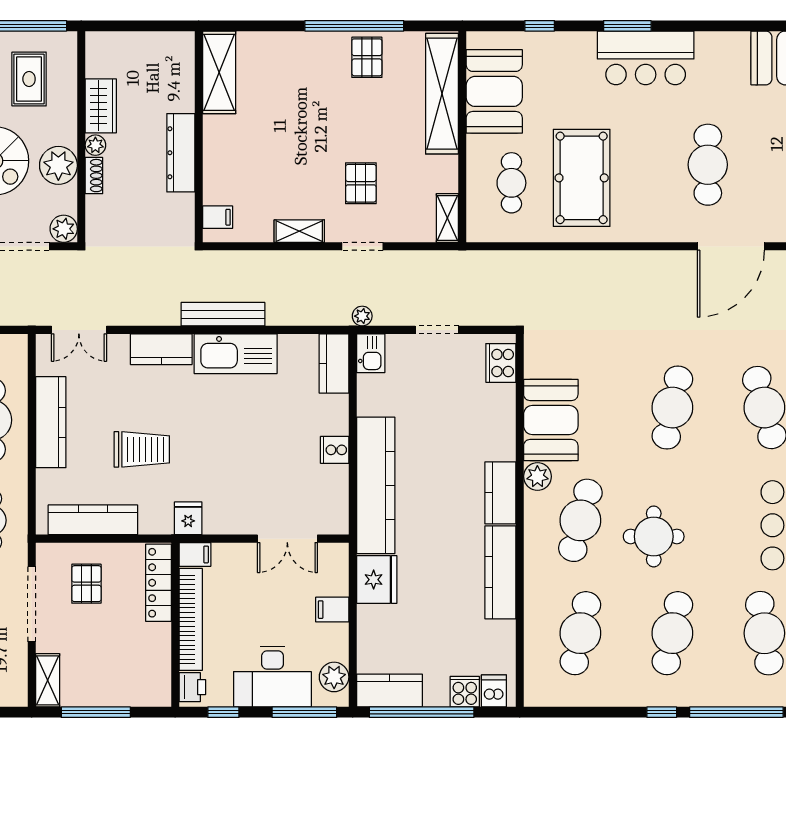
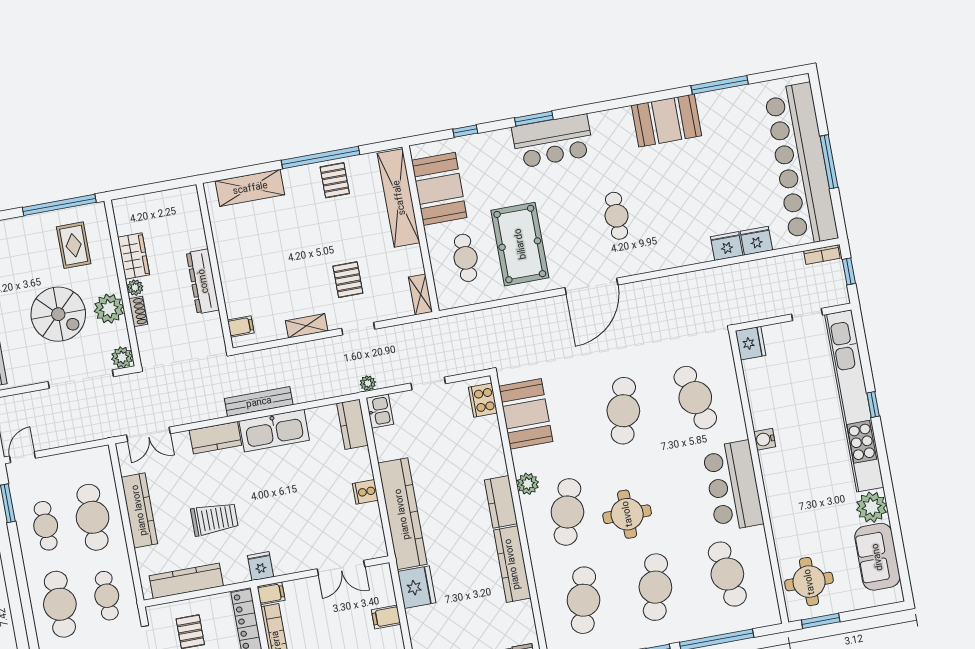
shelving: (219, 72) -> (250, 188), moved, turned 90
cafe table: (708, 165) -> (617, 216), width x0.73, depth x0.74
door: (731, 246) -> (591, 286), moved
booth: (551, 420) -> (526, 414), moved

